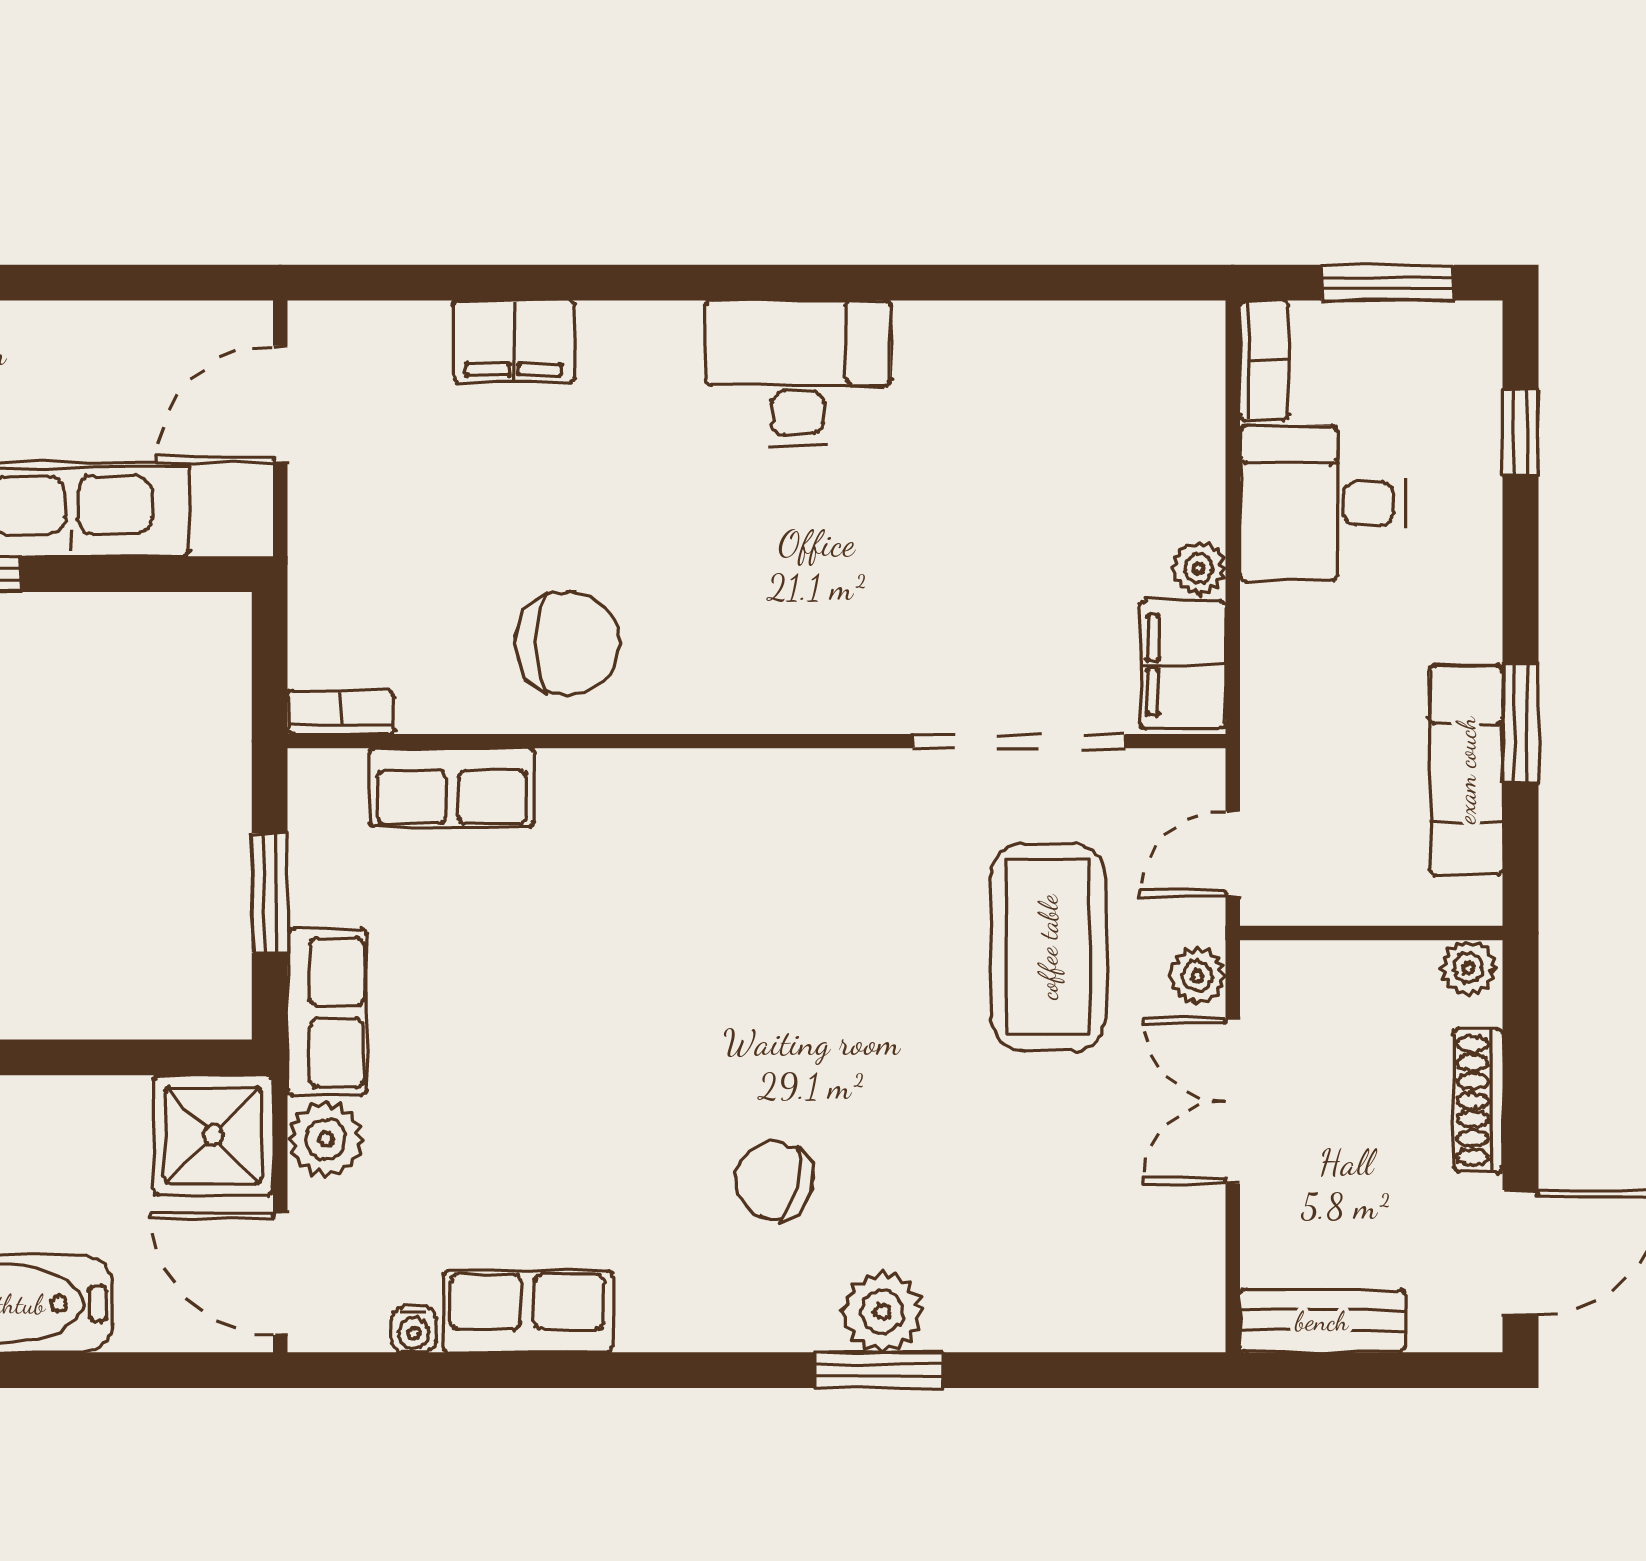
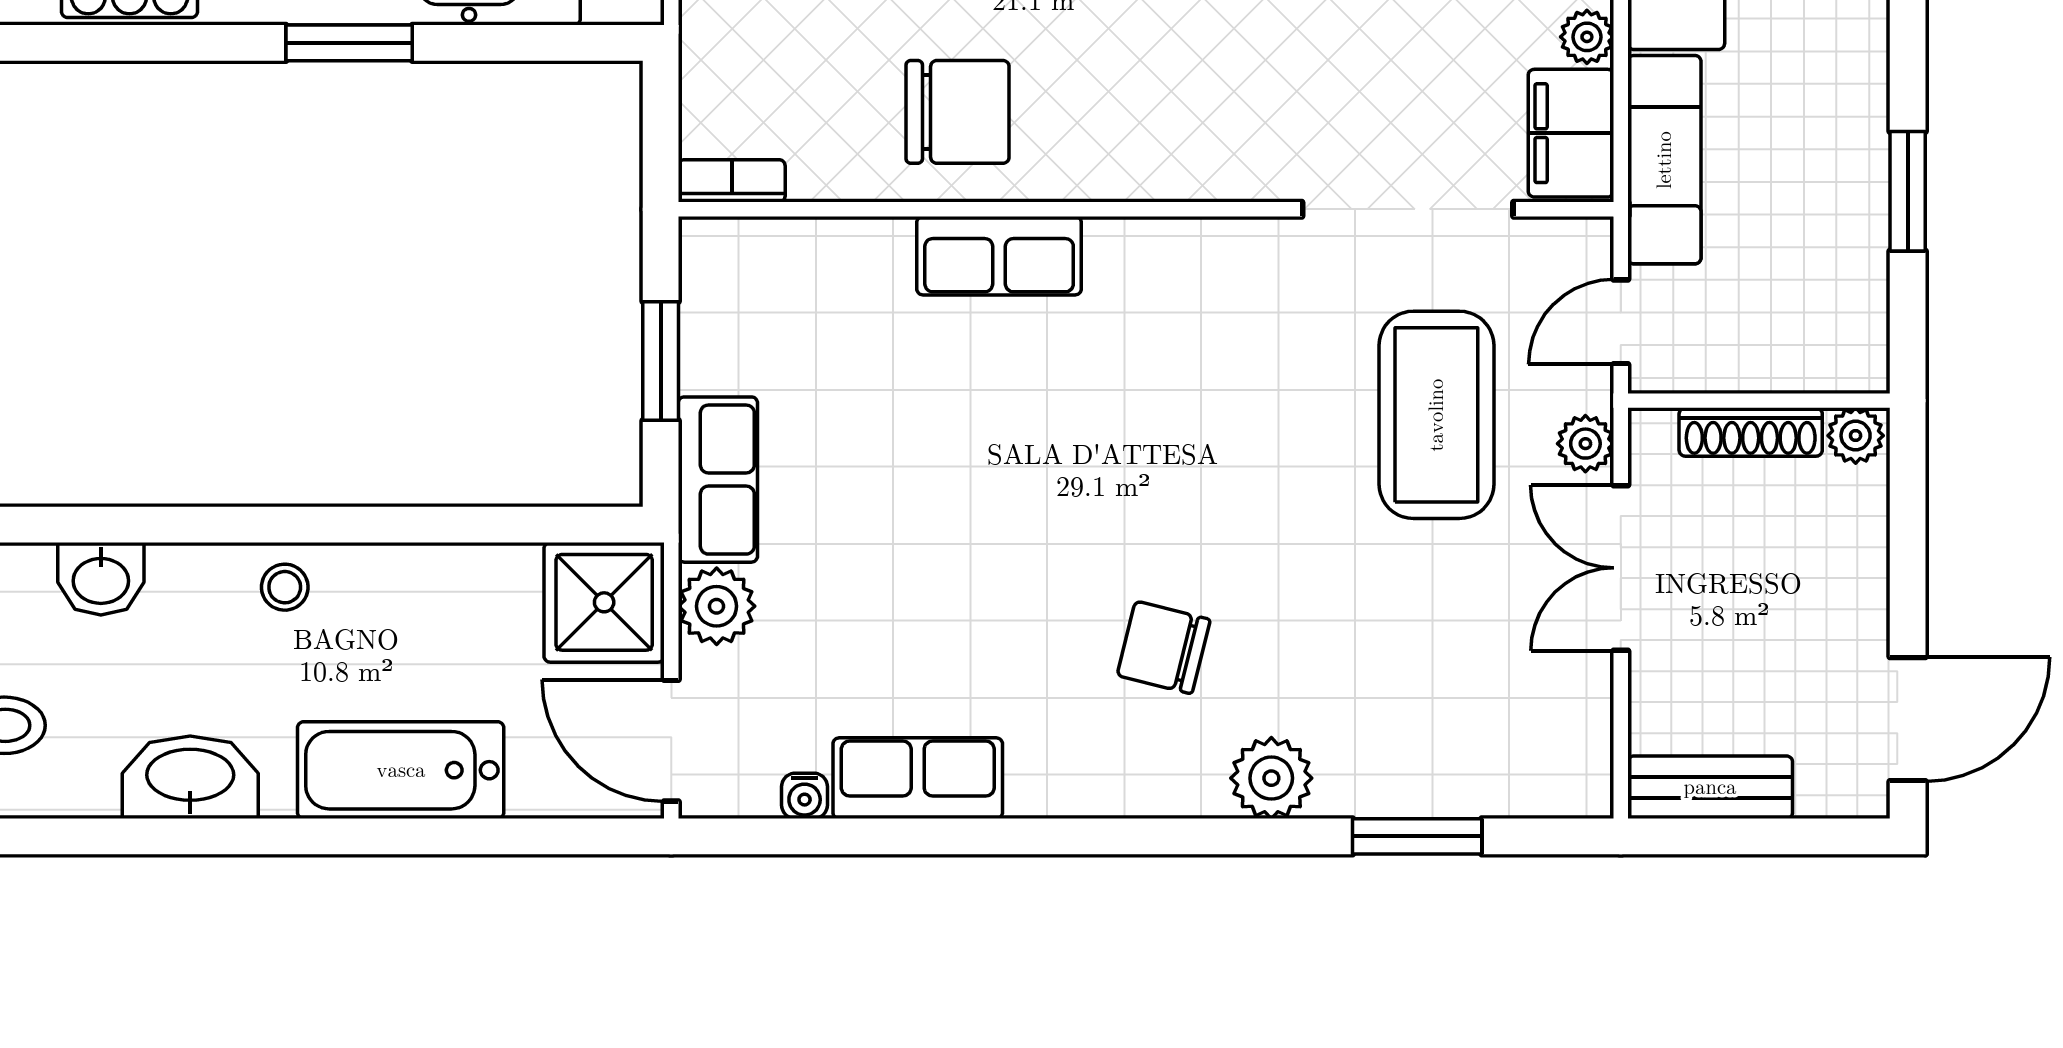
exam couch: (1466, 770) -> (1664, 160), moved, turned 180
row of seats: (452, 788) -> (999, 256), moved
shoe rack: (1478, 1100) -> (1751, 432), moved, turned -90
window: (879, 1370) -> (1417, 836), moved

